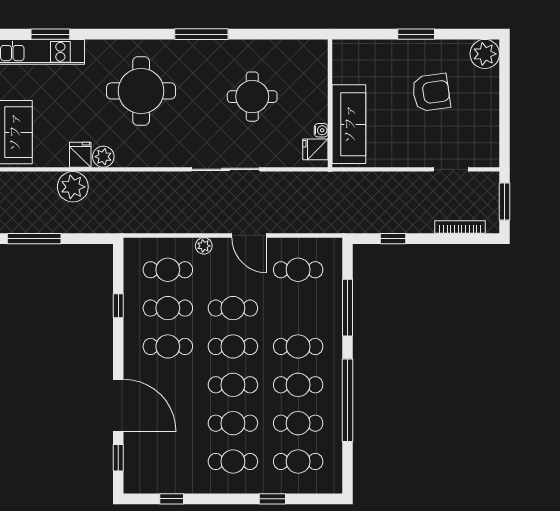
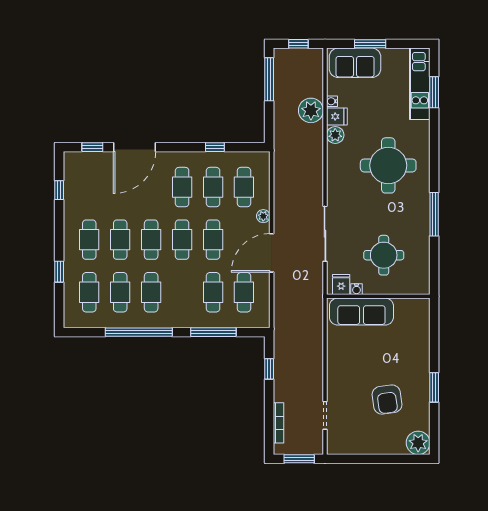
wall: (330, 103) -> (378, 296), moved
sofa: (349, 124) -> (361, 312), moved
water cooler: (321, 130) -> (357, 289), moved
fridge: (315, 149) -> (341, 284), moved
water cooler: (61, 161) -> (332, 101), added
door: (249, 235) -> (272, 253), width x1.36
cafe table: (298, 346) -> (213, 292), moved

